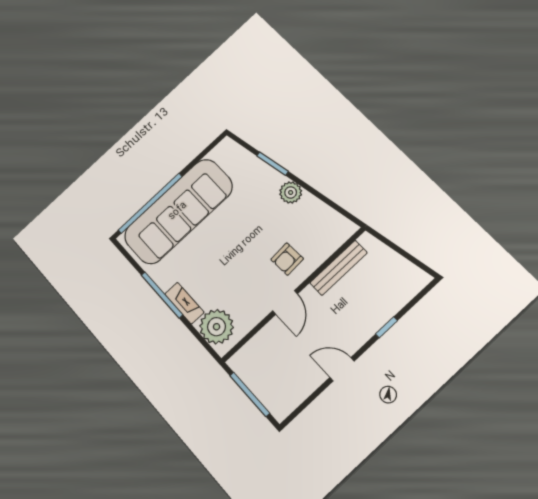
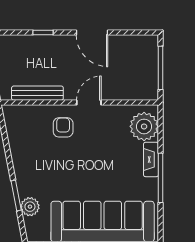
plant: (291, 192) -> (30, 207), moved
armchair: (287, 259) -> (63, 127), turned -87
door: (342, 369) -> (92, 33), width x1.38

